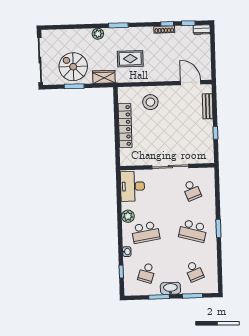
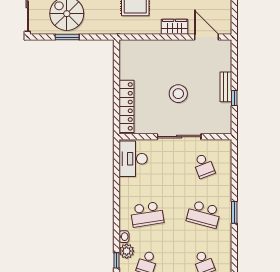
wardrobe: (104, 77) -> (175, 27), moved
stool: (150, 102) -> (178, 94), moved
bench: (208, 106) -> (226, 87), moved
locker: (125, 126) -> (127, 106), moved
plant: (128, 216) -> (127, 251), moved

